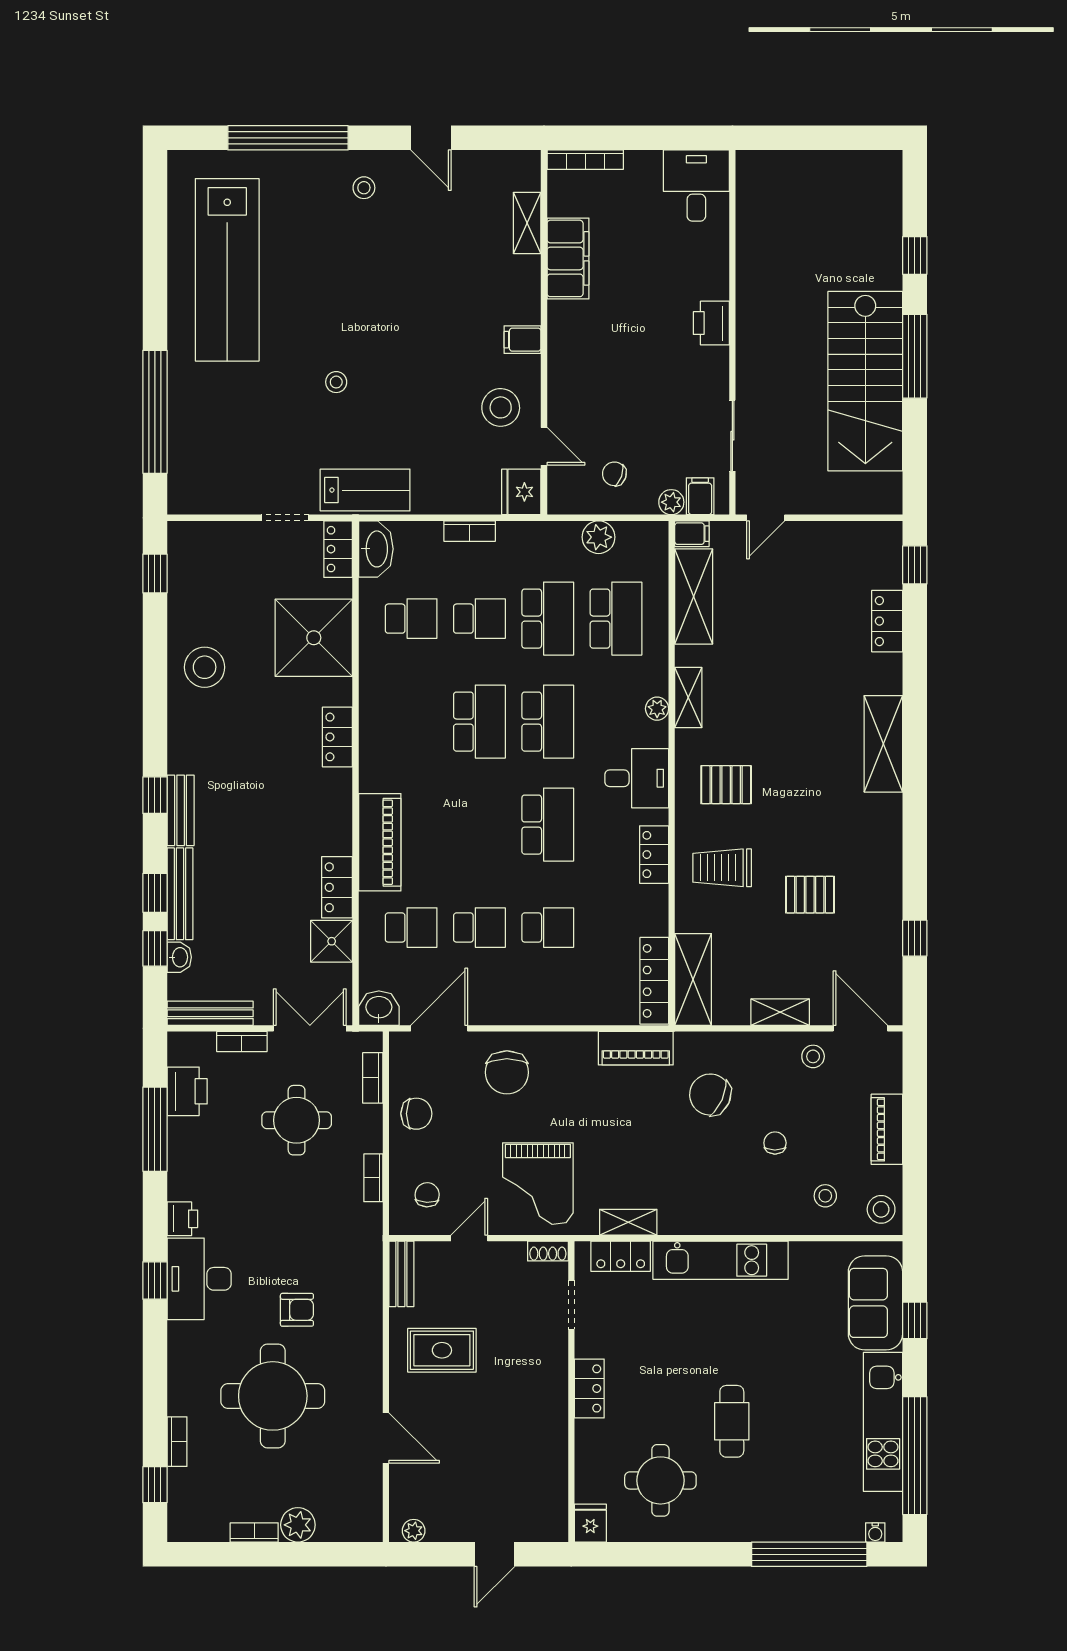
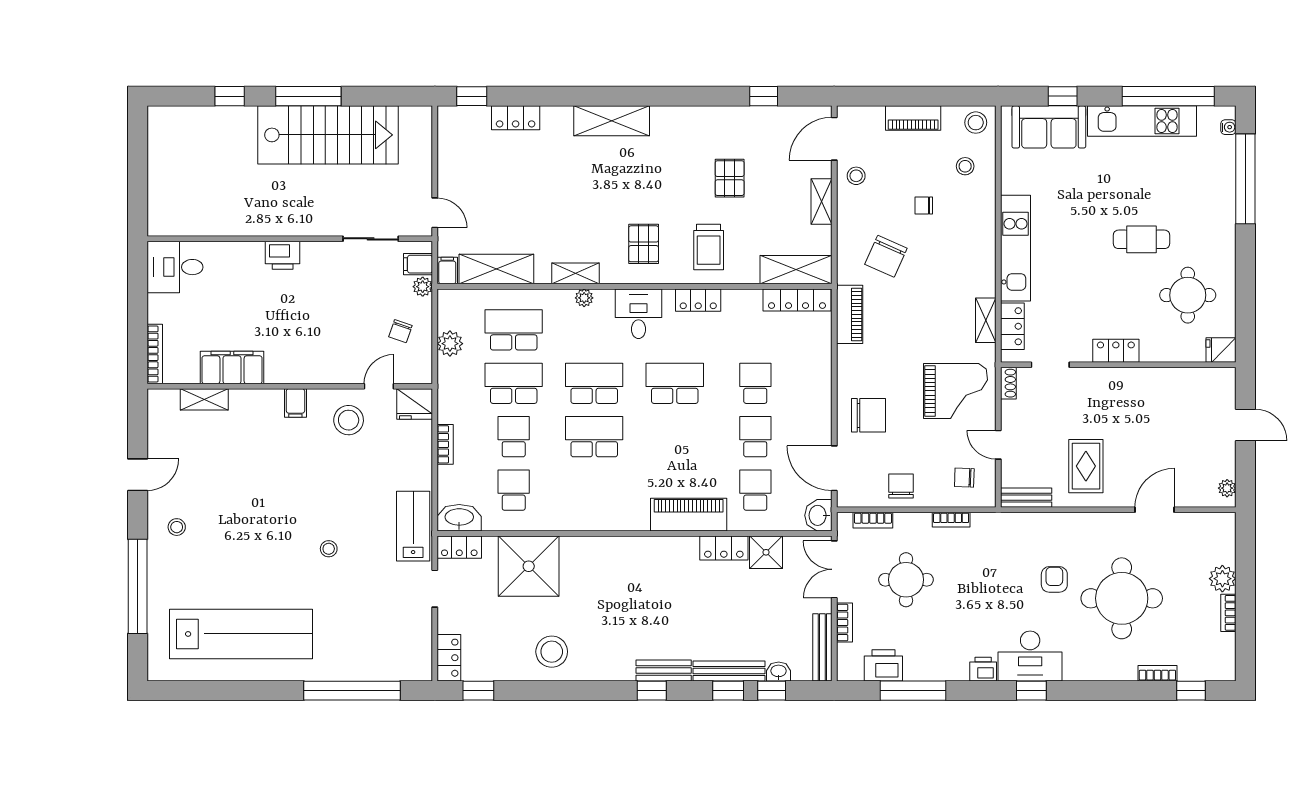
locker: (337, 737) -> (449, 658), moved, turned -90

